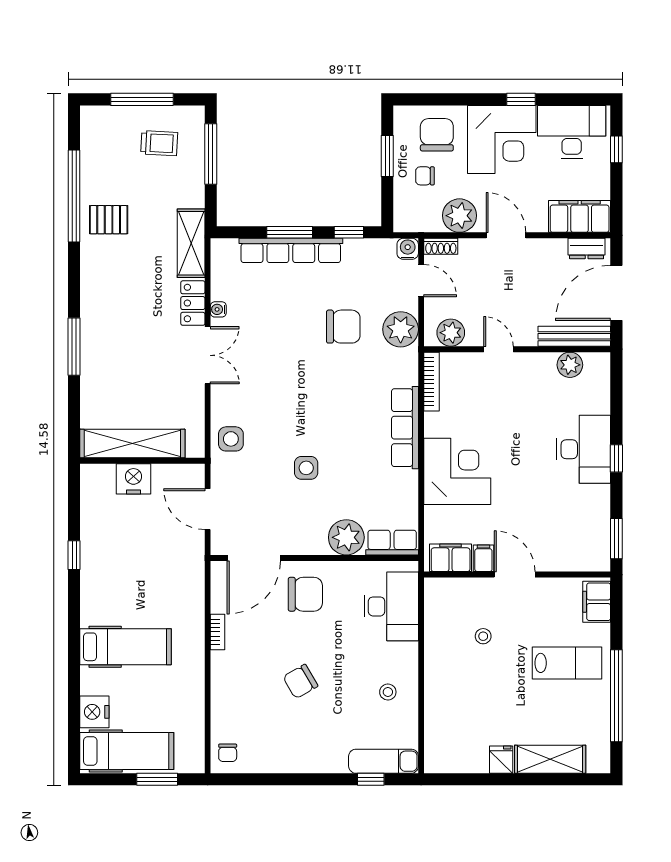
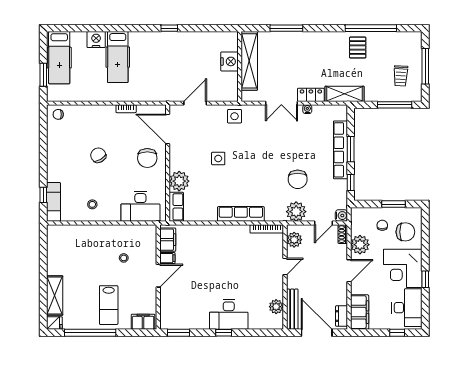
shelving: (132, 444) -> (249, 61), moved
wall: (142, 461) -> (240, 66), moved
corner desk: (457, 471) -> (216, 243), removed
nightstand: (133, 479) -> (229, 61), moved
nightstand: (94, 712) -> (96, 40), moved
fridge: (501, 760) -> (54, 323), moved

